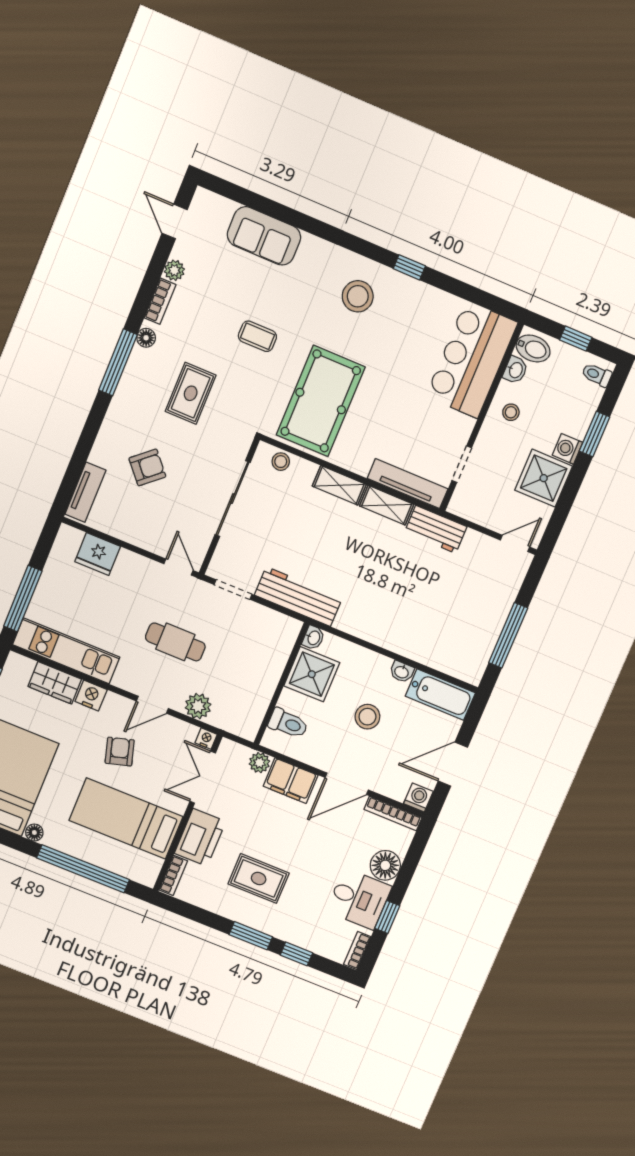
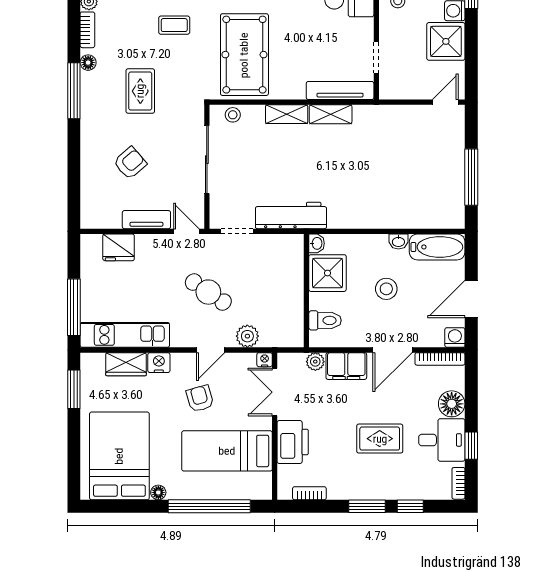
tv unit: (85, 492) -> (146, 220), moved, turned -90
workbench: (436, 529) -> (378, 117), removed
cafe table: (175, 642) -> (208, 292), turned 34
bookcase: (173, 875) -> (309, 493), moved, turned -90
rug: (259, 878) -> (380, 439), moved

